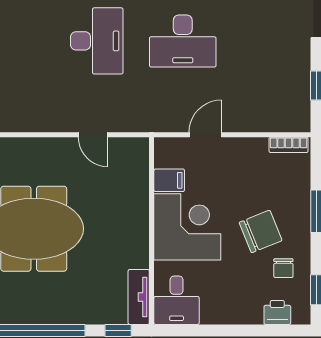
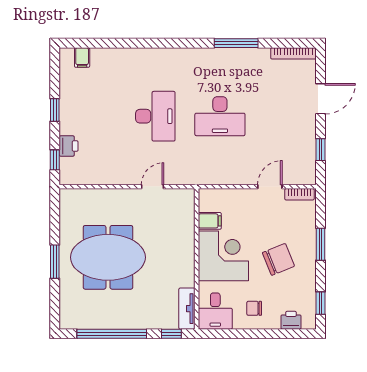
door: (93, 135) -> (153, 187), swing flipped
door: (205, 135) -> (270, 187), moved
chair: (283, 268) -> (254, 308), moved, turned 90

